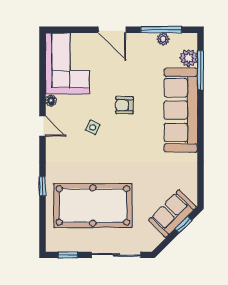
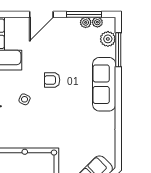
door: (112, 30) -> (41, 14), hinge flipped
plant: (176, 39) -> (97, 22), added
sofa: (181, 110) -> (104, 84), width x0.74, depth x0.79

